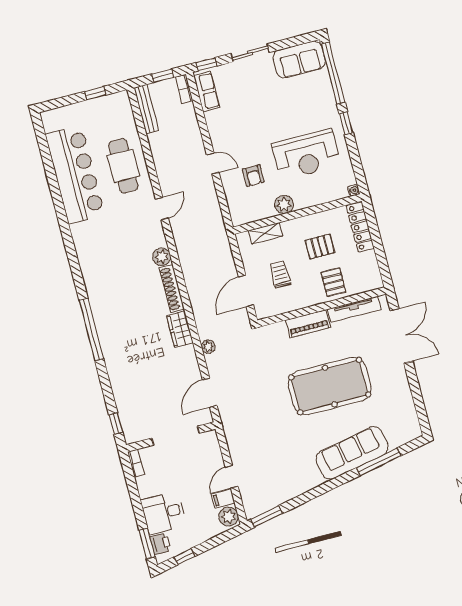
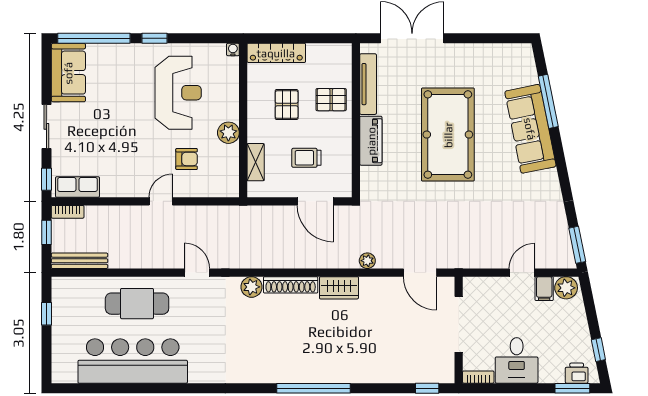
door: (232, 477) -> (522, 273), swing flipped
desk: (164, 513) -> (517, 360), moved

